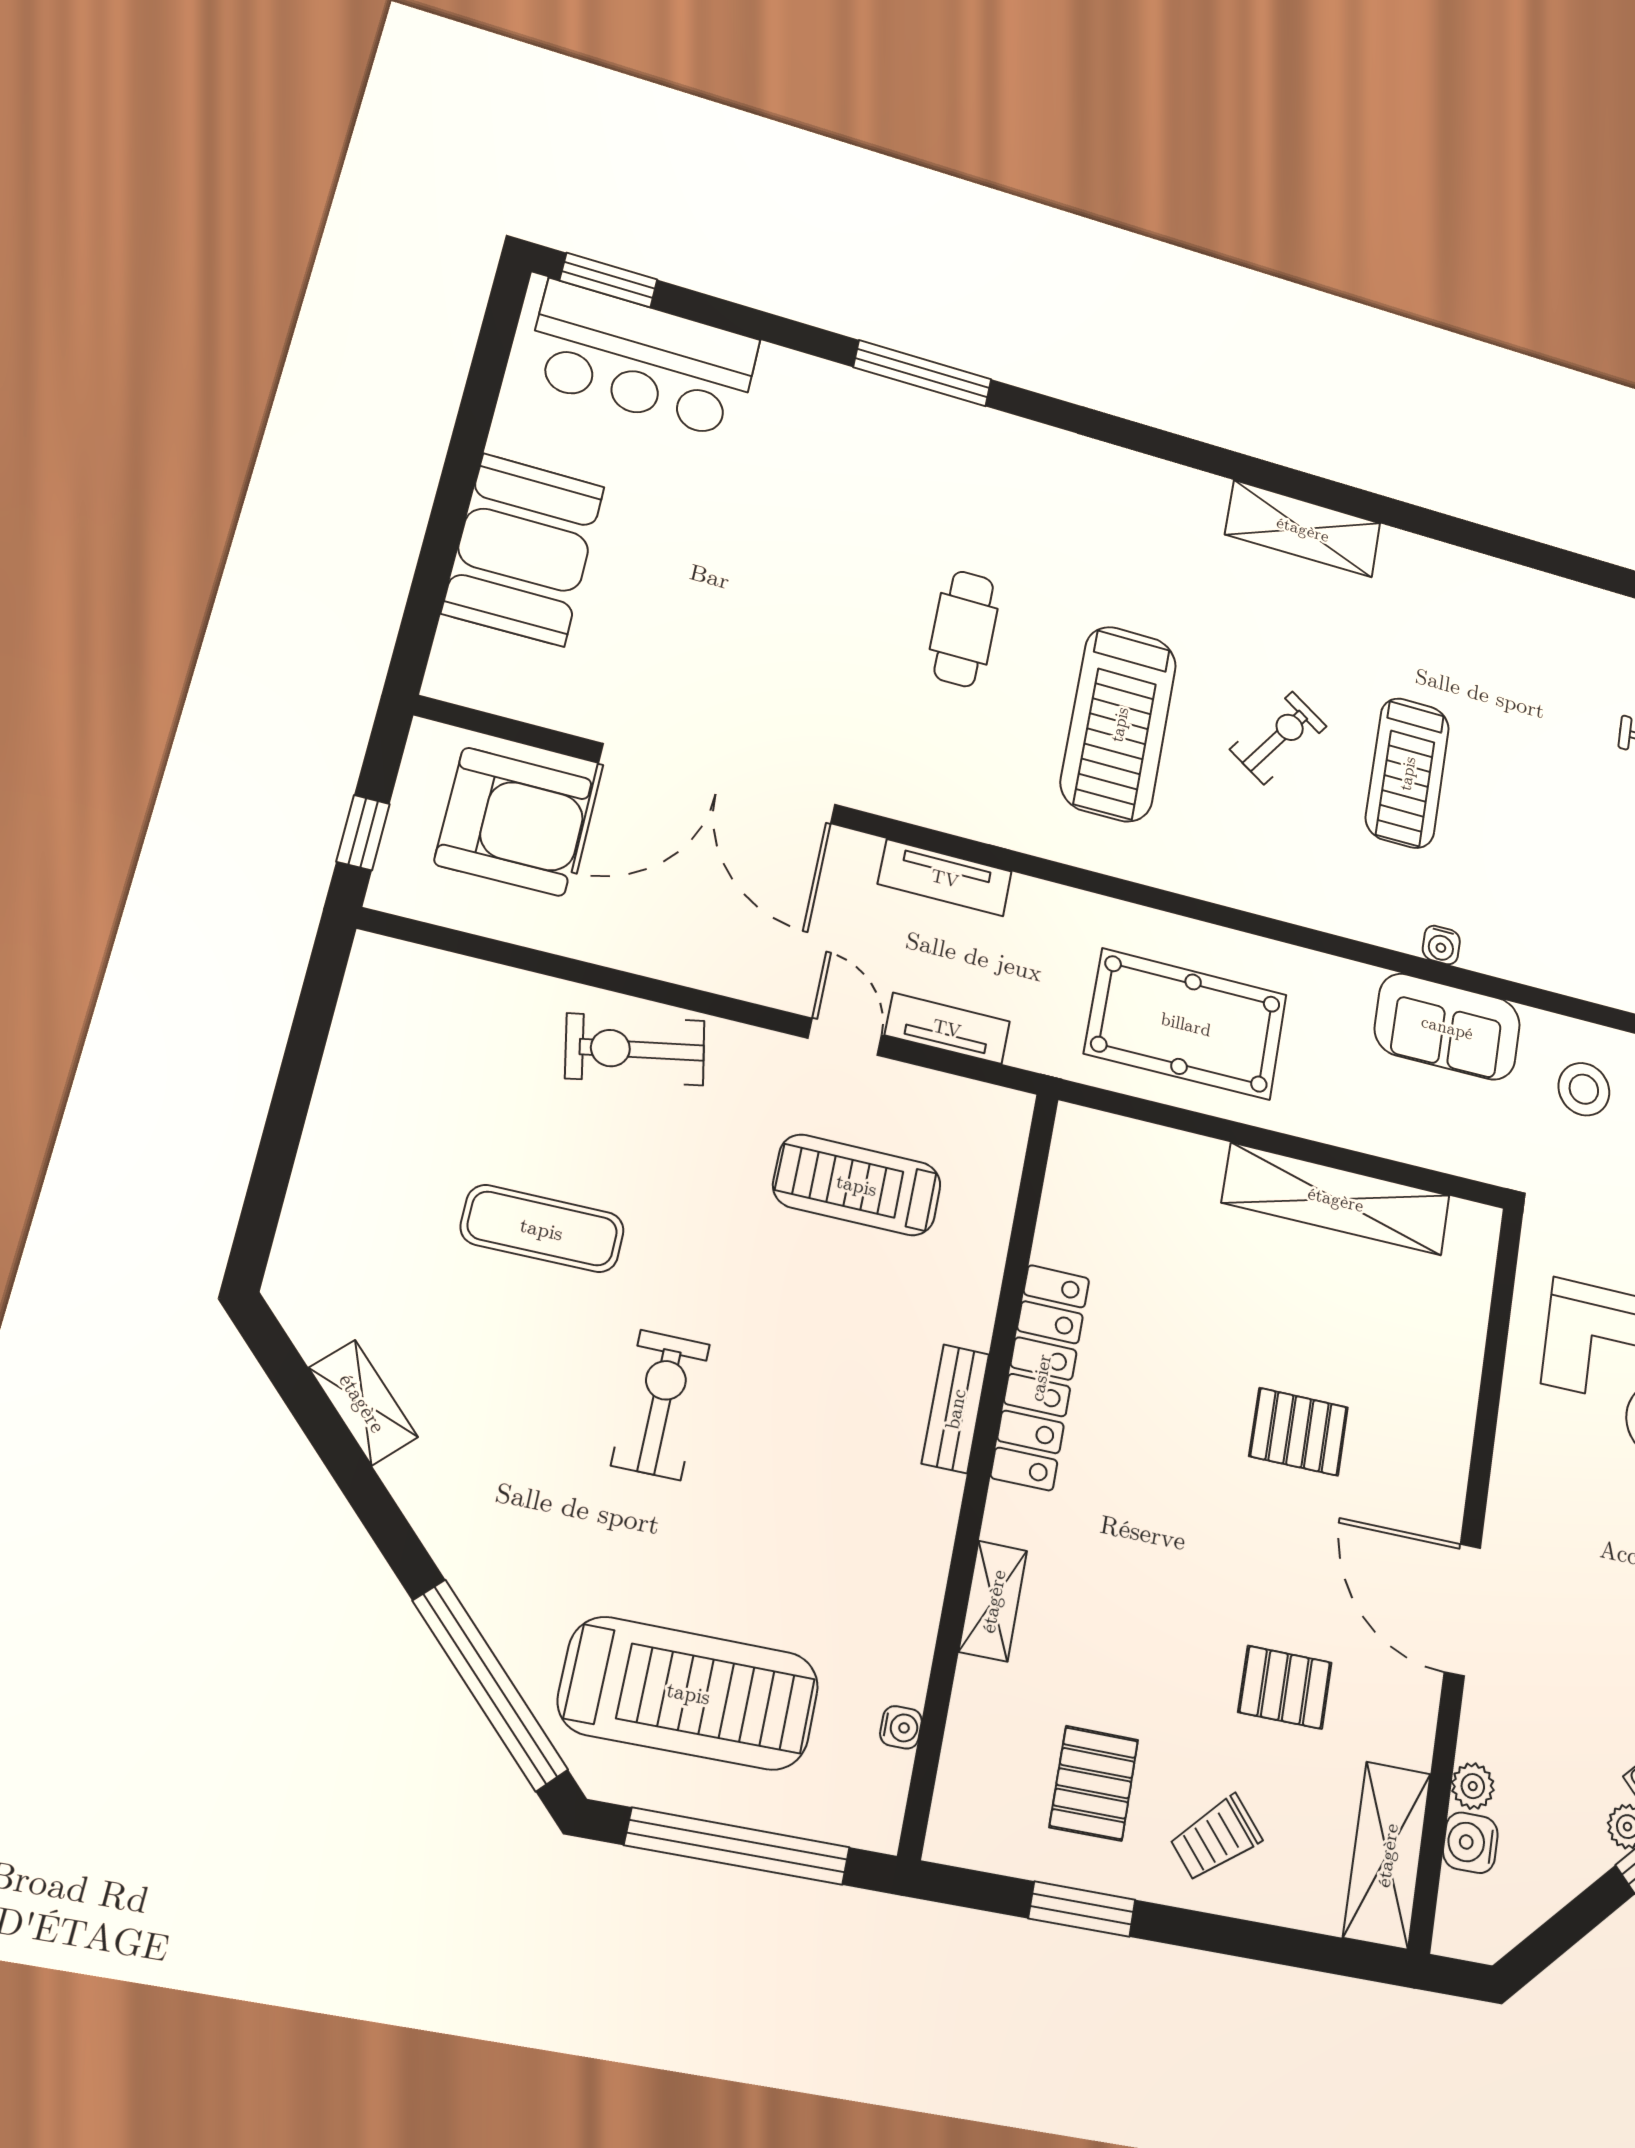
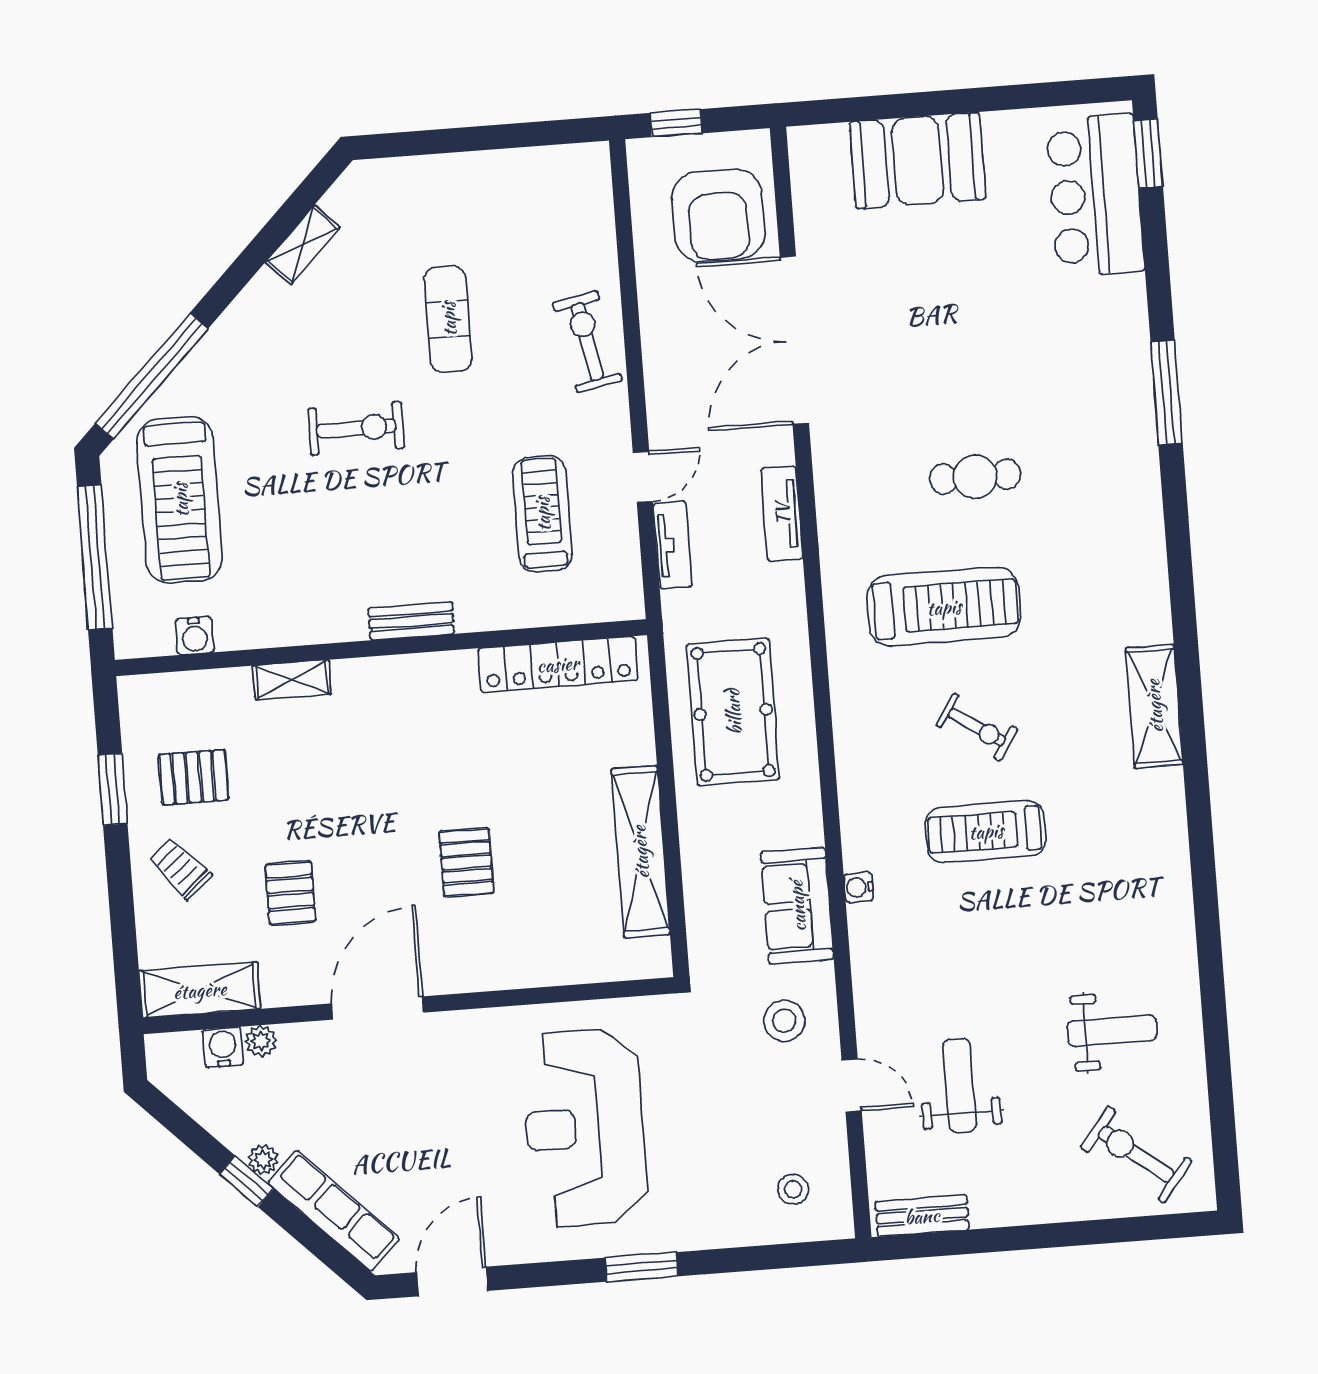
treadmill: (1119, 724) -> (944, 607), turned 180
locker: (1040, 1377) -> (558, 664), moved
water cooler: (901, 1727) -> (195, 636), width x1.38, depth x1.38

